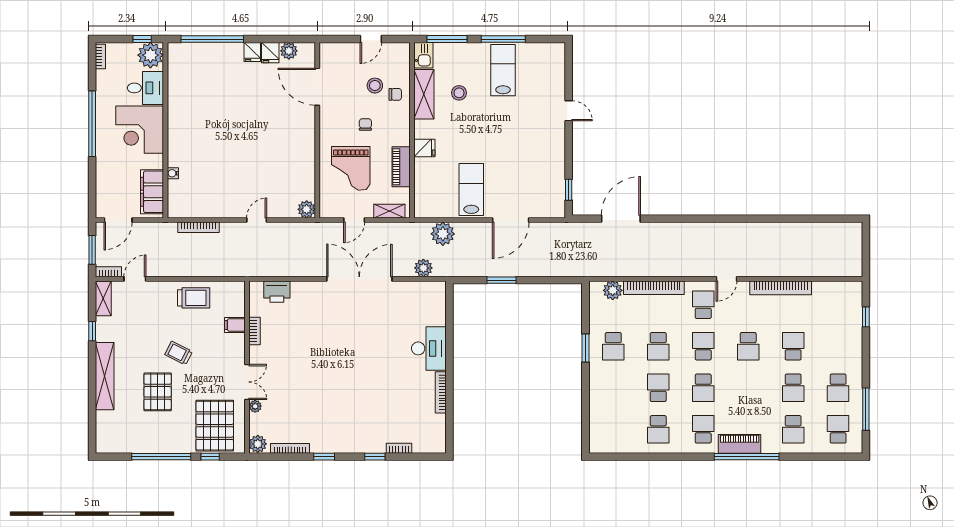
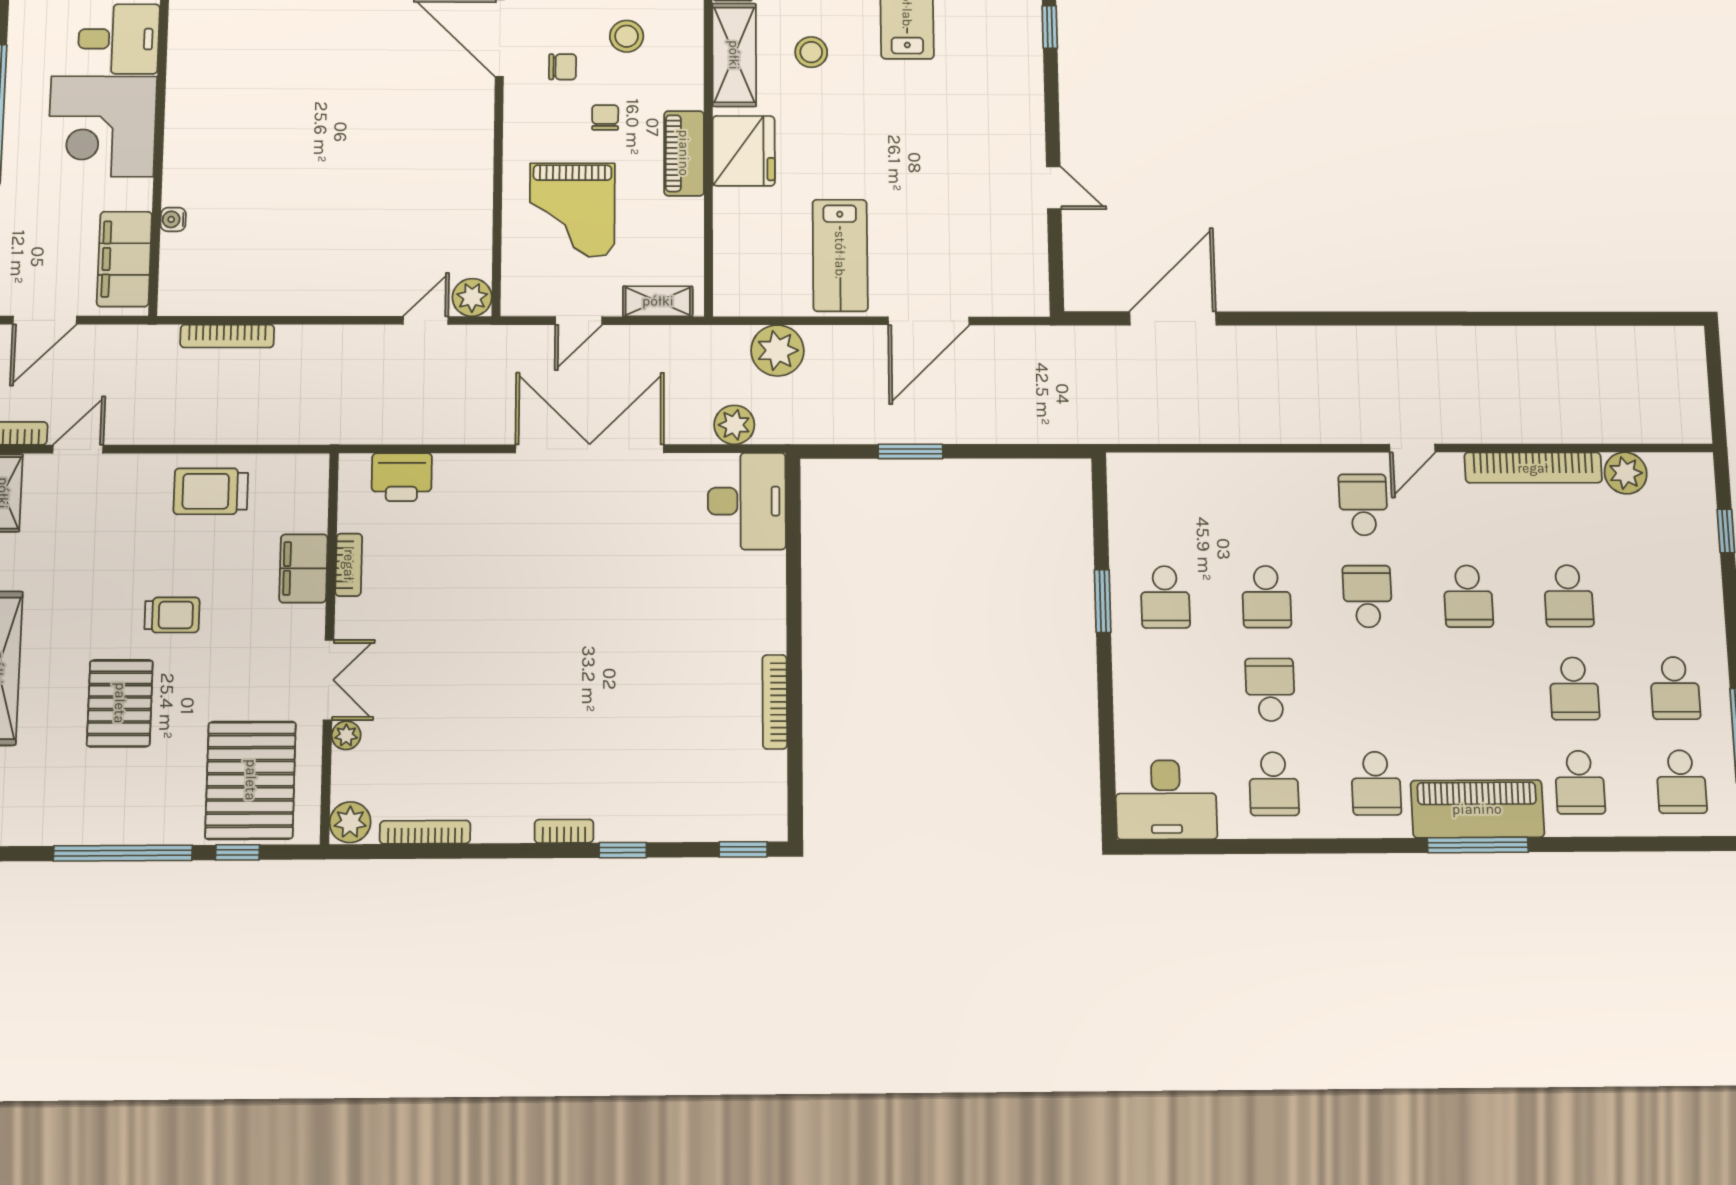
chair: (395, 94) -> (563, 67), moved
door: (569, 111) -> (1054, 188), moved
fridge: (424, 148) -> (744, 151), width x1.88, depth x1.34
piano: (401, 167) -> (684, 153), moved
lab bench: (471, 189) -> (840, 255), turned 180
window: (569, 190) -> (1050, 27), moved
door: (257, 220) -> (426, 320), moved
bookcase: (654, 288) -> (1252, 468), removed
plant: (613, 290) -> (1626, 473), moved
trolley: (194, 298) -> (211, 491), turned 180
filing cabinet: (235, 325) -> (303, 568), width x2.00
school desk: (793, 346) -> (1569, 596), turned 180
desk: (429, 348) -> (747, 501), moved
trolley: (179, 353) -> (172, 615), turned 153
school desk: (703, 388) -> (1372, 689), removed
school desk: (703, 429) -> (1376, 783), turned 180
school desk: (838, 429) -> (1681, 782), turned 180
desk: (611, 436) -> (1166, 800), added
piano: (740, 444) -> (1477, 809), width x1.37, depth x1.33
bookcase: (399, 448) -> (564, 831), moved
window: (324, 457) -> (743, 849), moved
window: (747, 457) -> (1478, 845), width x0.68

